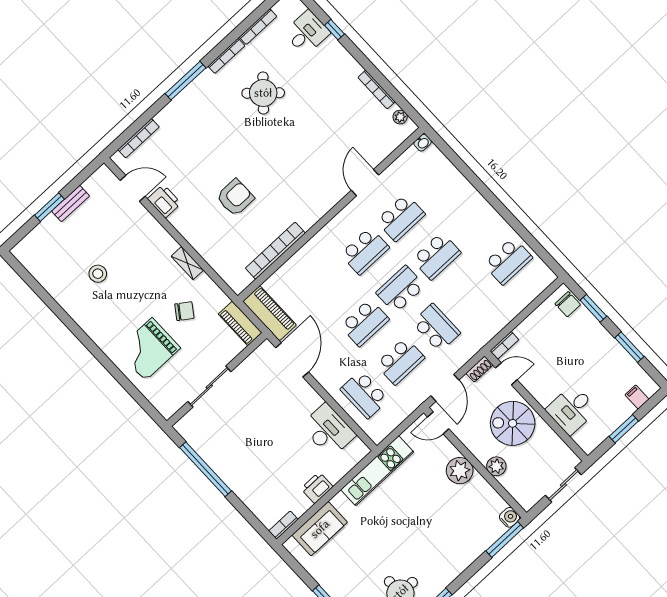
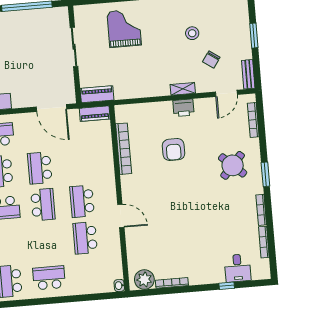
window: (185, 81) -> (265, 174), width x0.69
round table: (263, 93) -> (233, 165), moved
plant: (400, 117) -> (144, 279), width x1.88, depth x1.88
door: (365, 183) -> (121, 216), moved
printer: (164, 201) -> (183, 108), moved
bench: (71, 203) -> (248, 74), moved
school desk: (436, 256) -> (49, 278), moved, turned 90
shelving: (187, 263) -> (183, 89), moved
chair: (184, 311) -> (211, 60), moved
piano: (269, 313) -> (95, 114), width x0.73, depth x0.75

